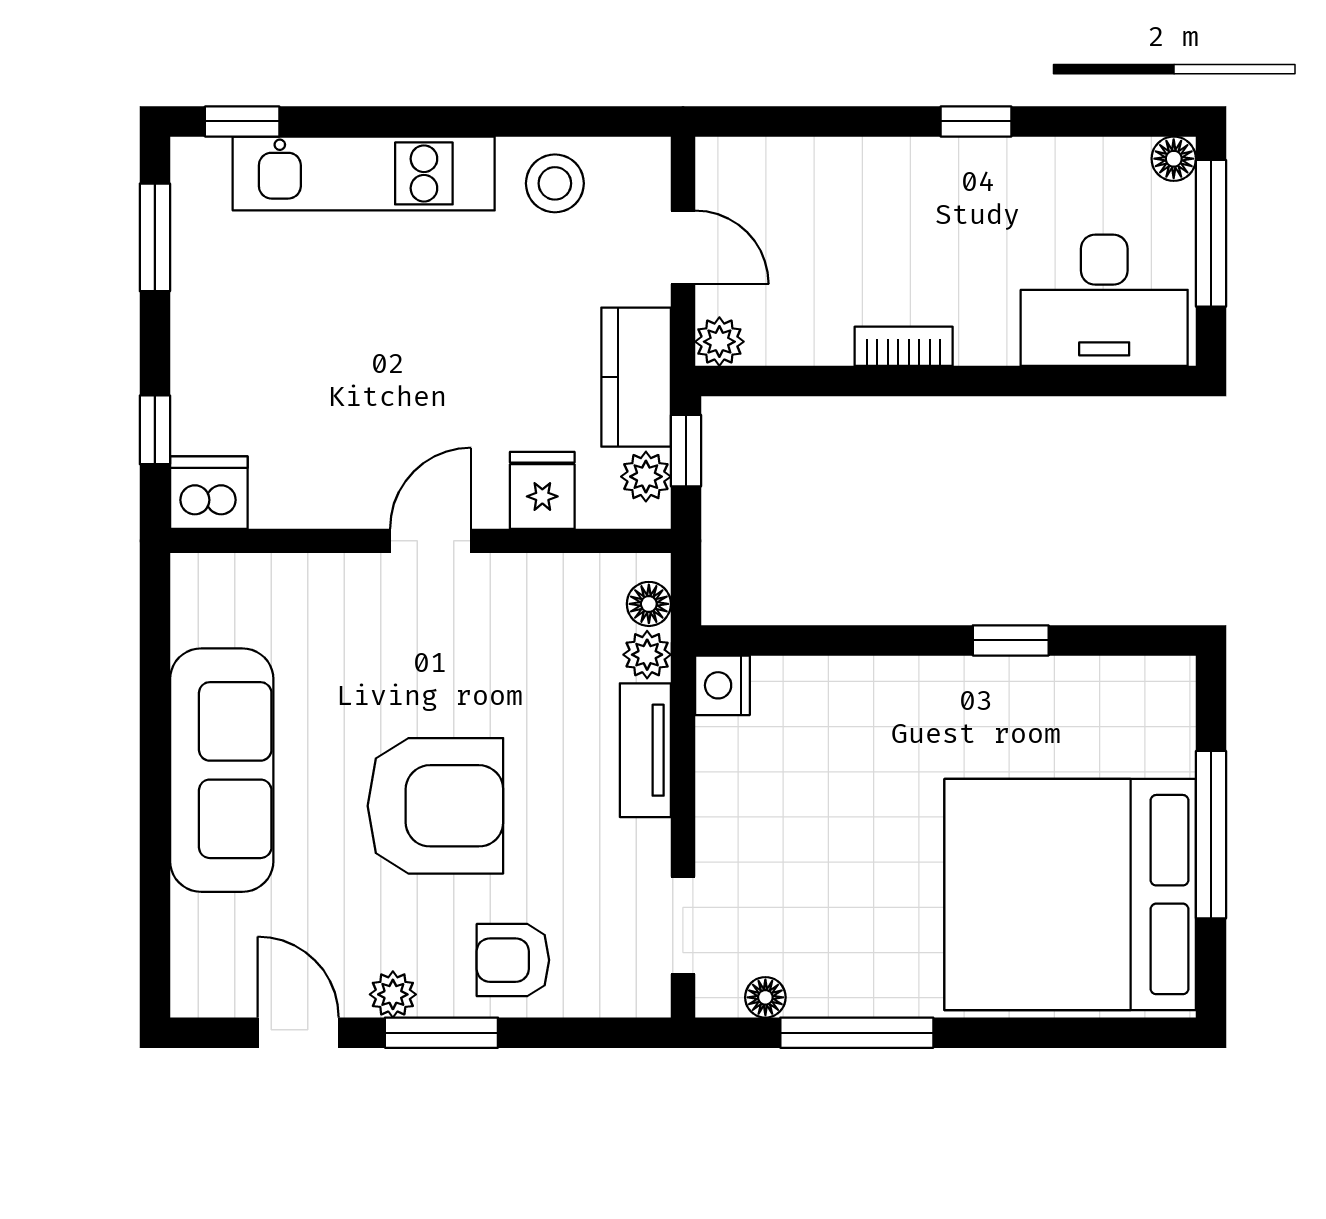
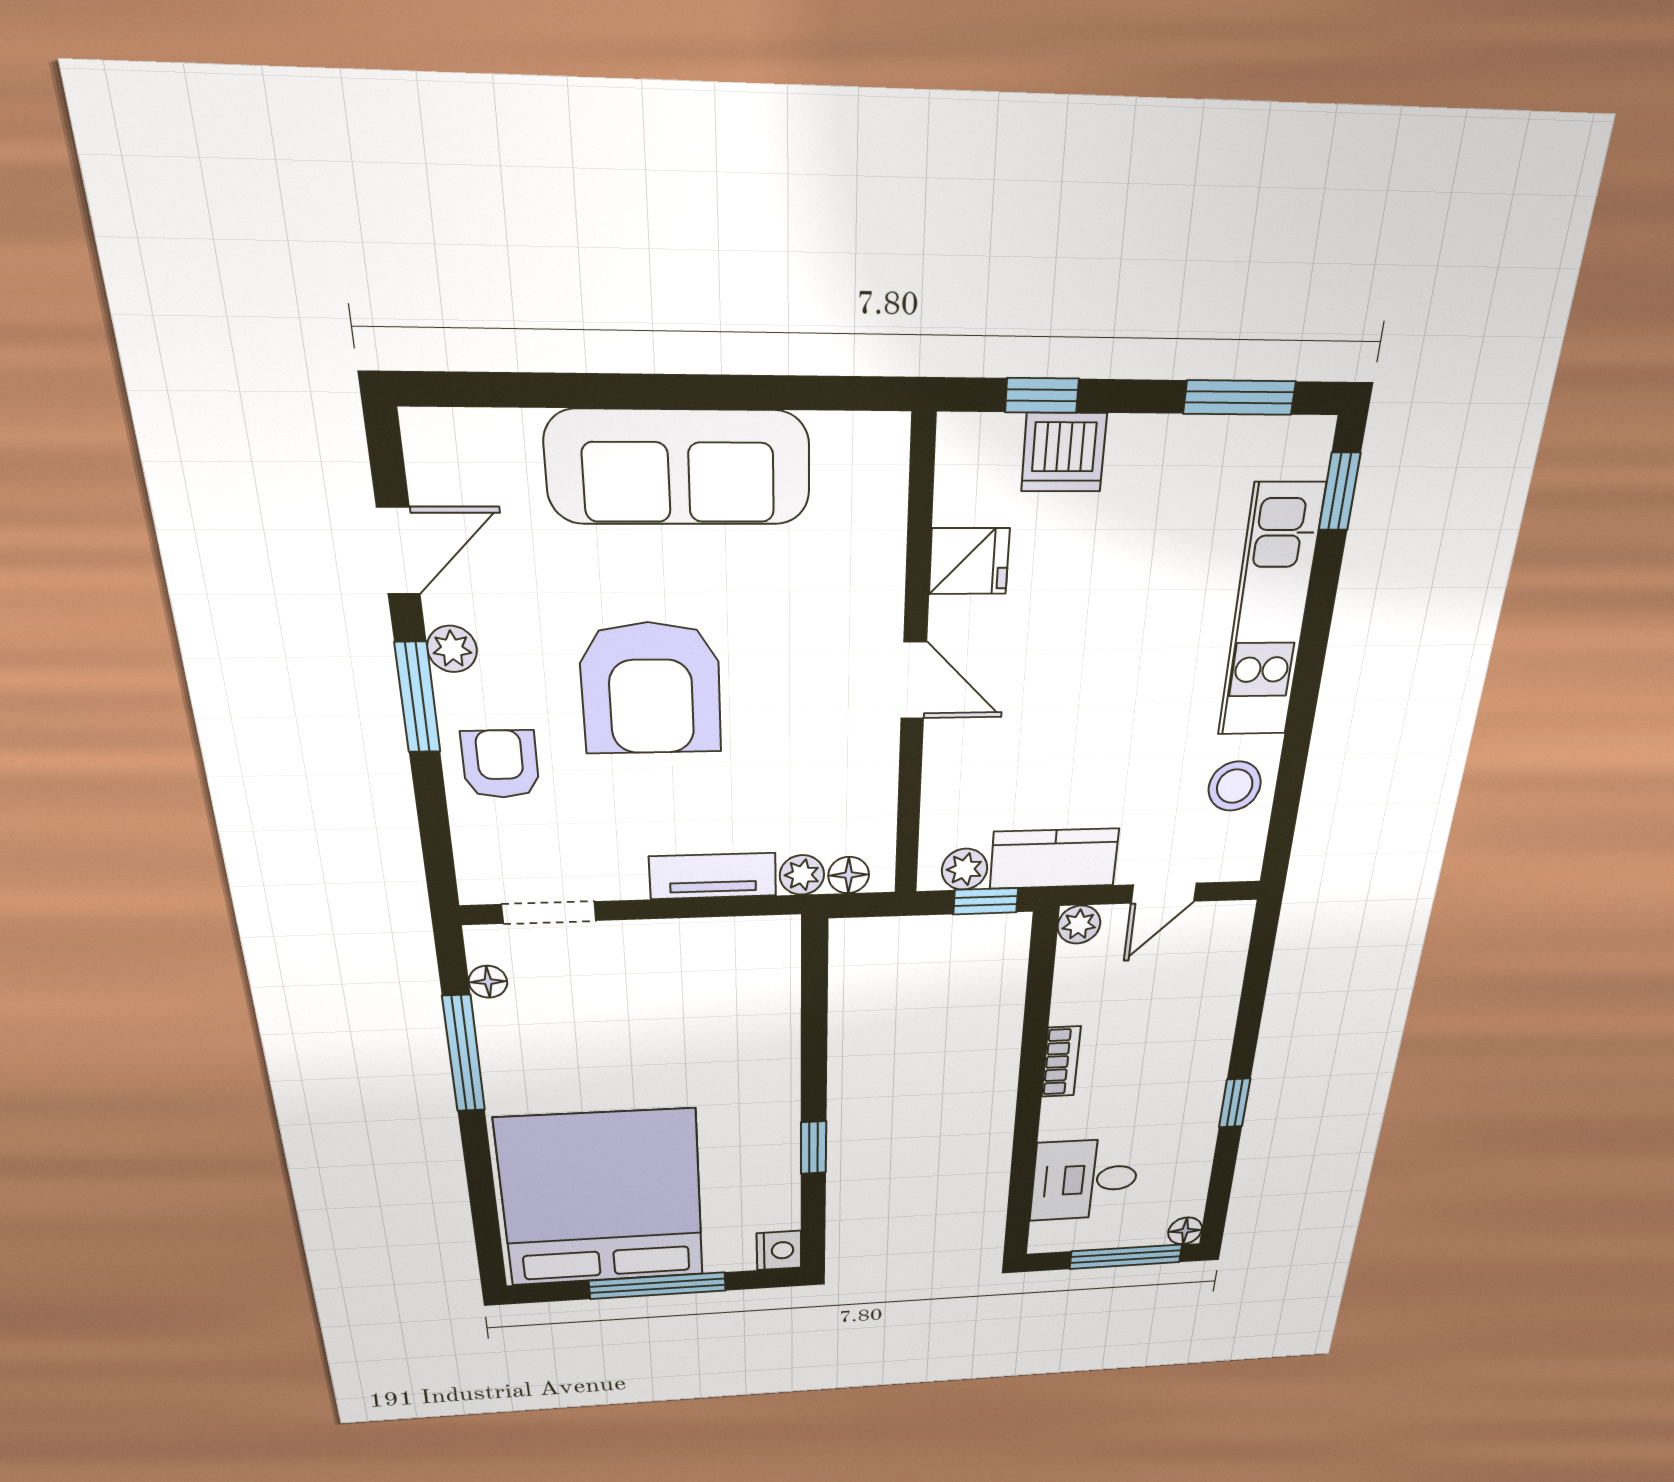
desk: (1104, 300) -> (1085, 1180), width x0.73
fridge: (542, 490) -> (969, 561), moved
dishwasher: (209, 493) -> (1064, 452), moved, turned 90
nightstand: (722, 685) -> (779, 1250), moved, turned 90

